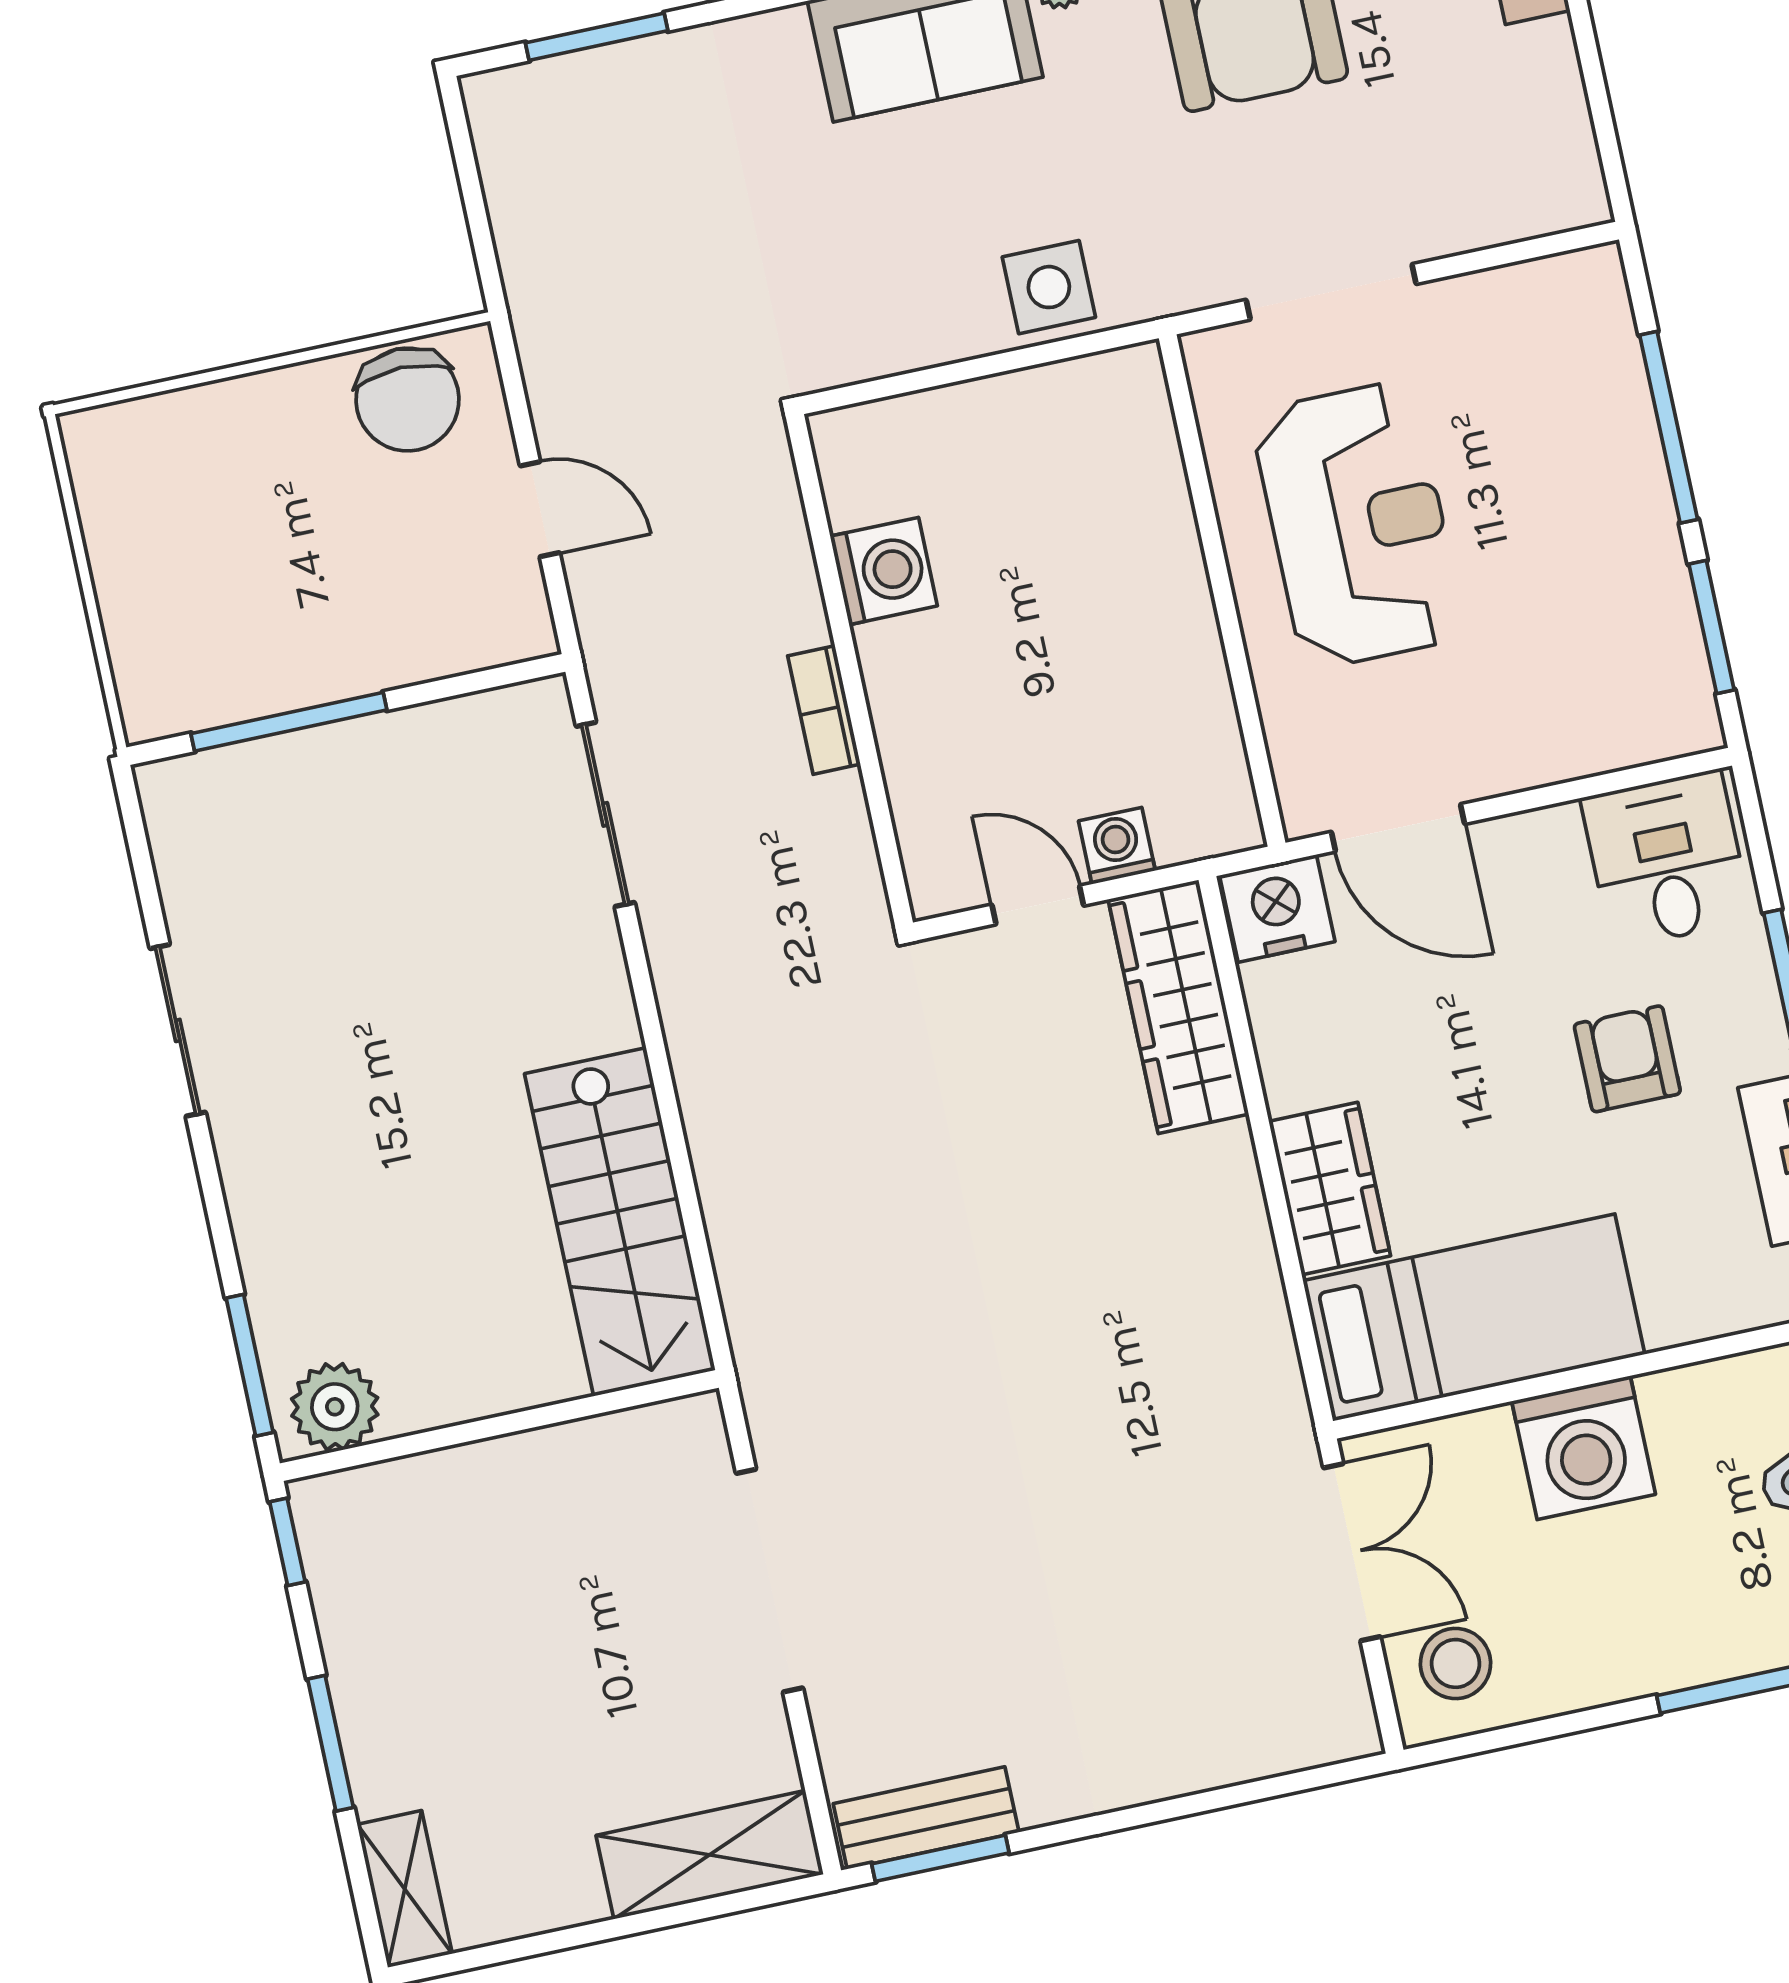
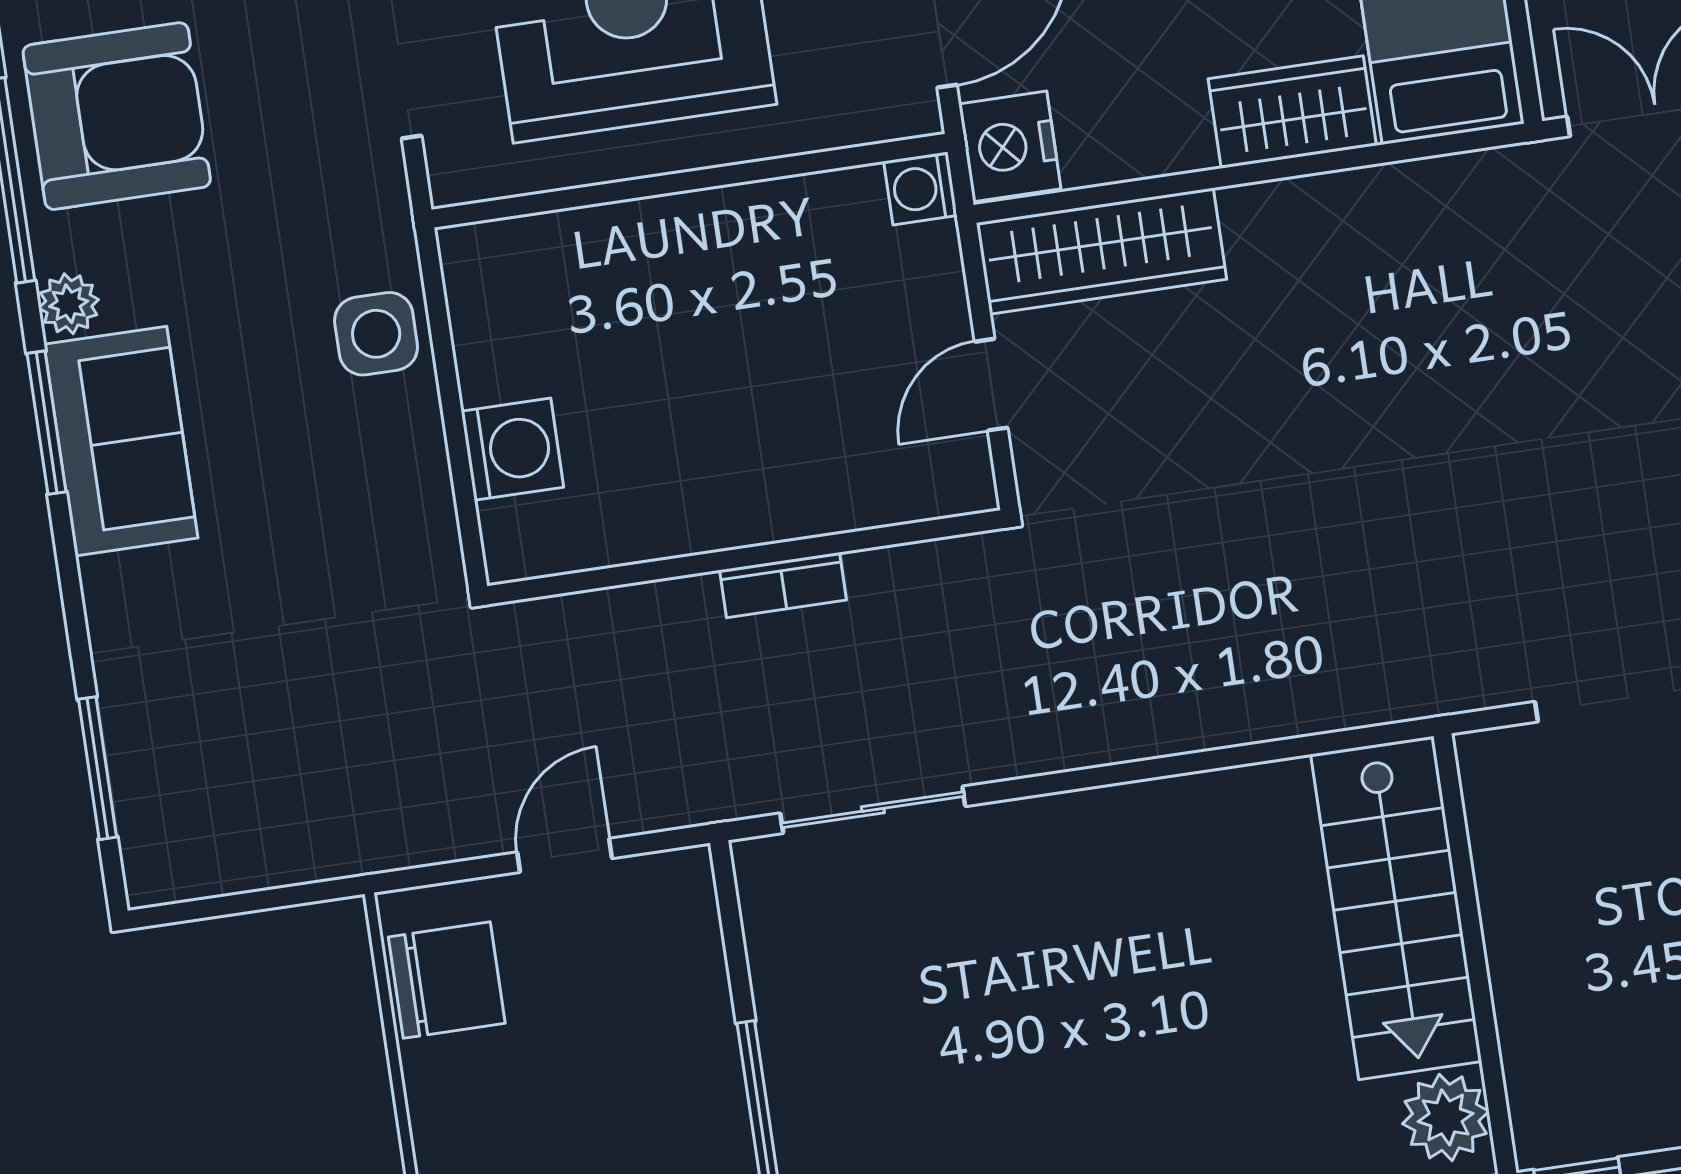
washing machine: (884, 571) -> (512, 449), moved, turned 90
washing machine: (1117, 846) -> (920, 188), moved
stairs: (620, 1222) -> (1396, 908), moved, turned 90

